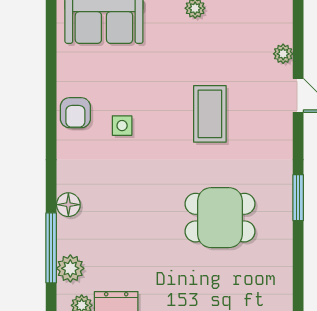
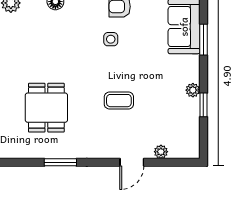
coffee table: (210, 114) -> (119, 101), width x0.73, depth x0.77

